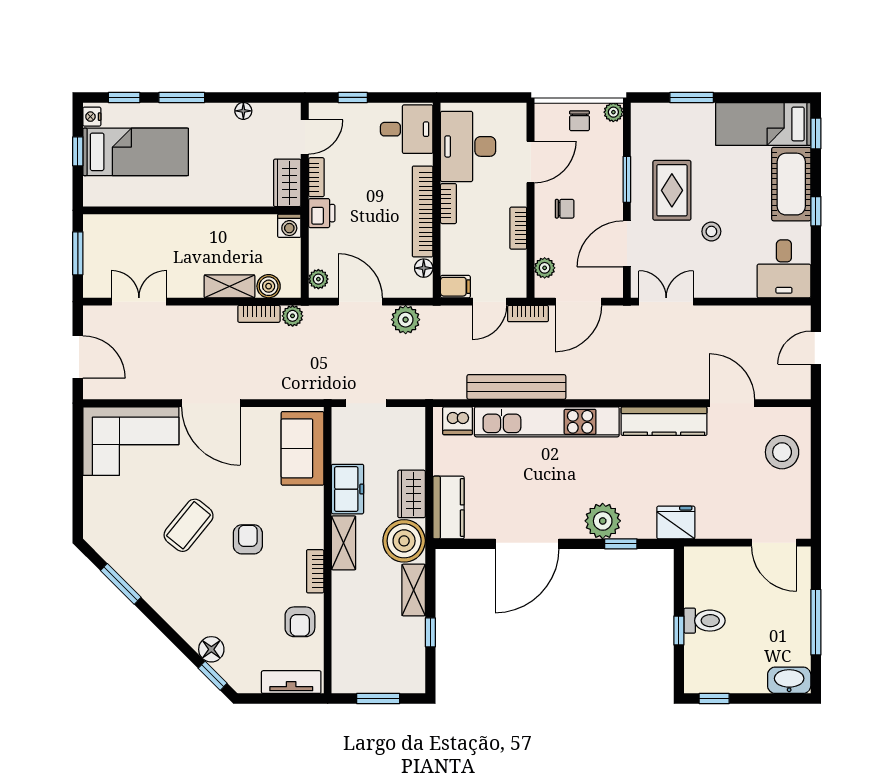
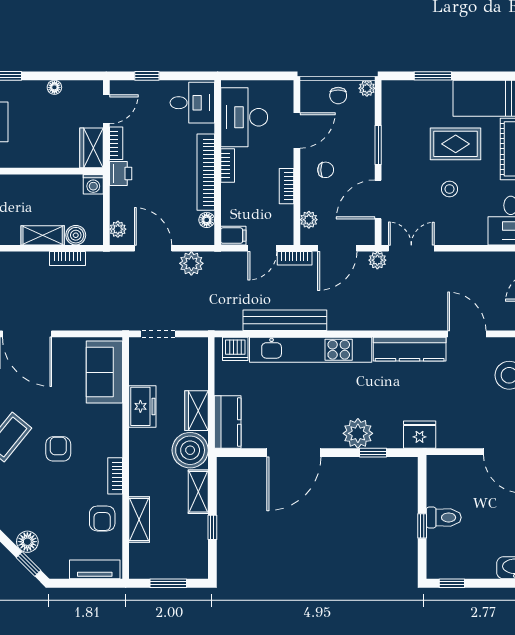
rug: (672, 190) -> (456, 144), moved, turned 90
plant: (293, 316) -> (377, 260), moved
shelving: (344, 543) -> (139, 519), moved

